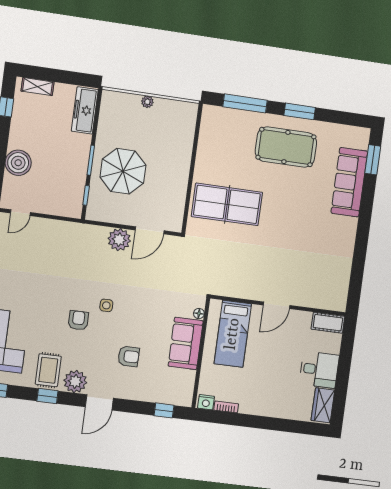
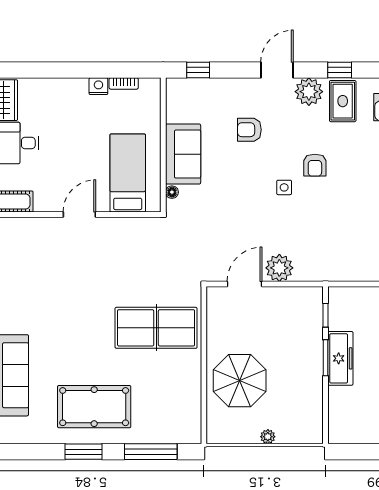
freezer: (85, 110) -> (340, 358), moved
parasol: (123, 171) -> (240, 381), moved
nightstand: (206, 402) -> (98, 86), moved

